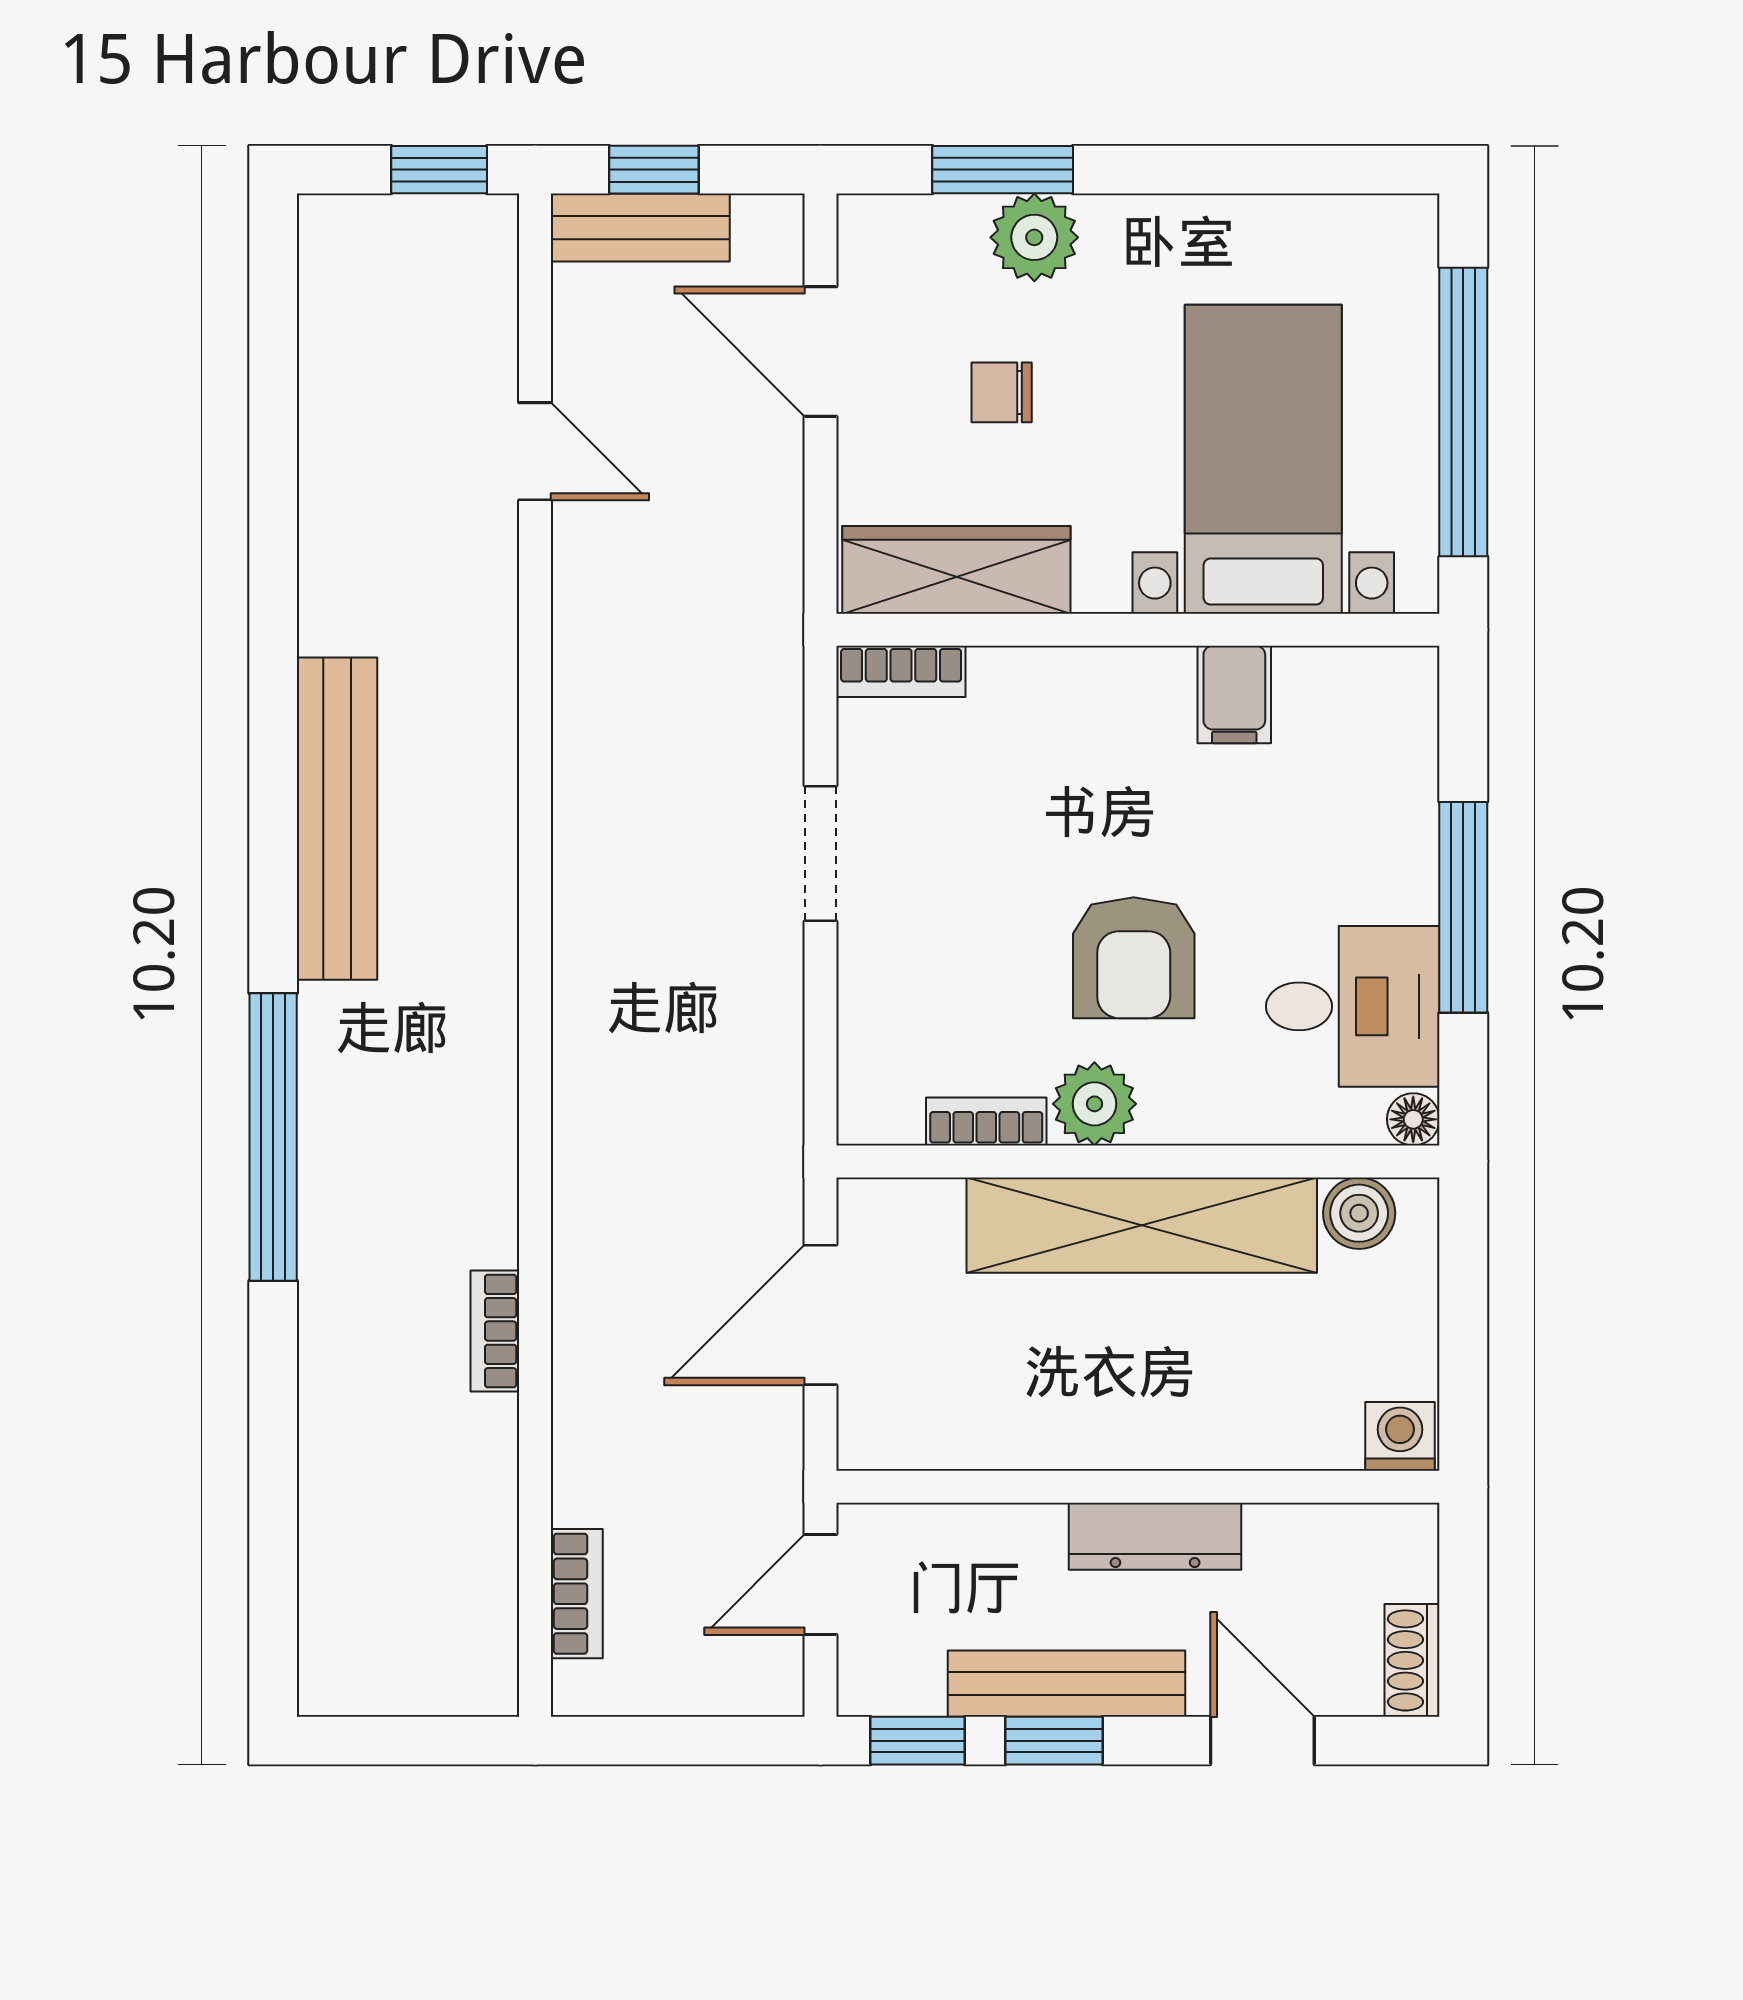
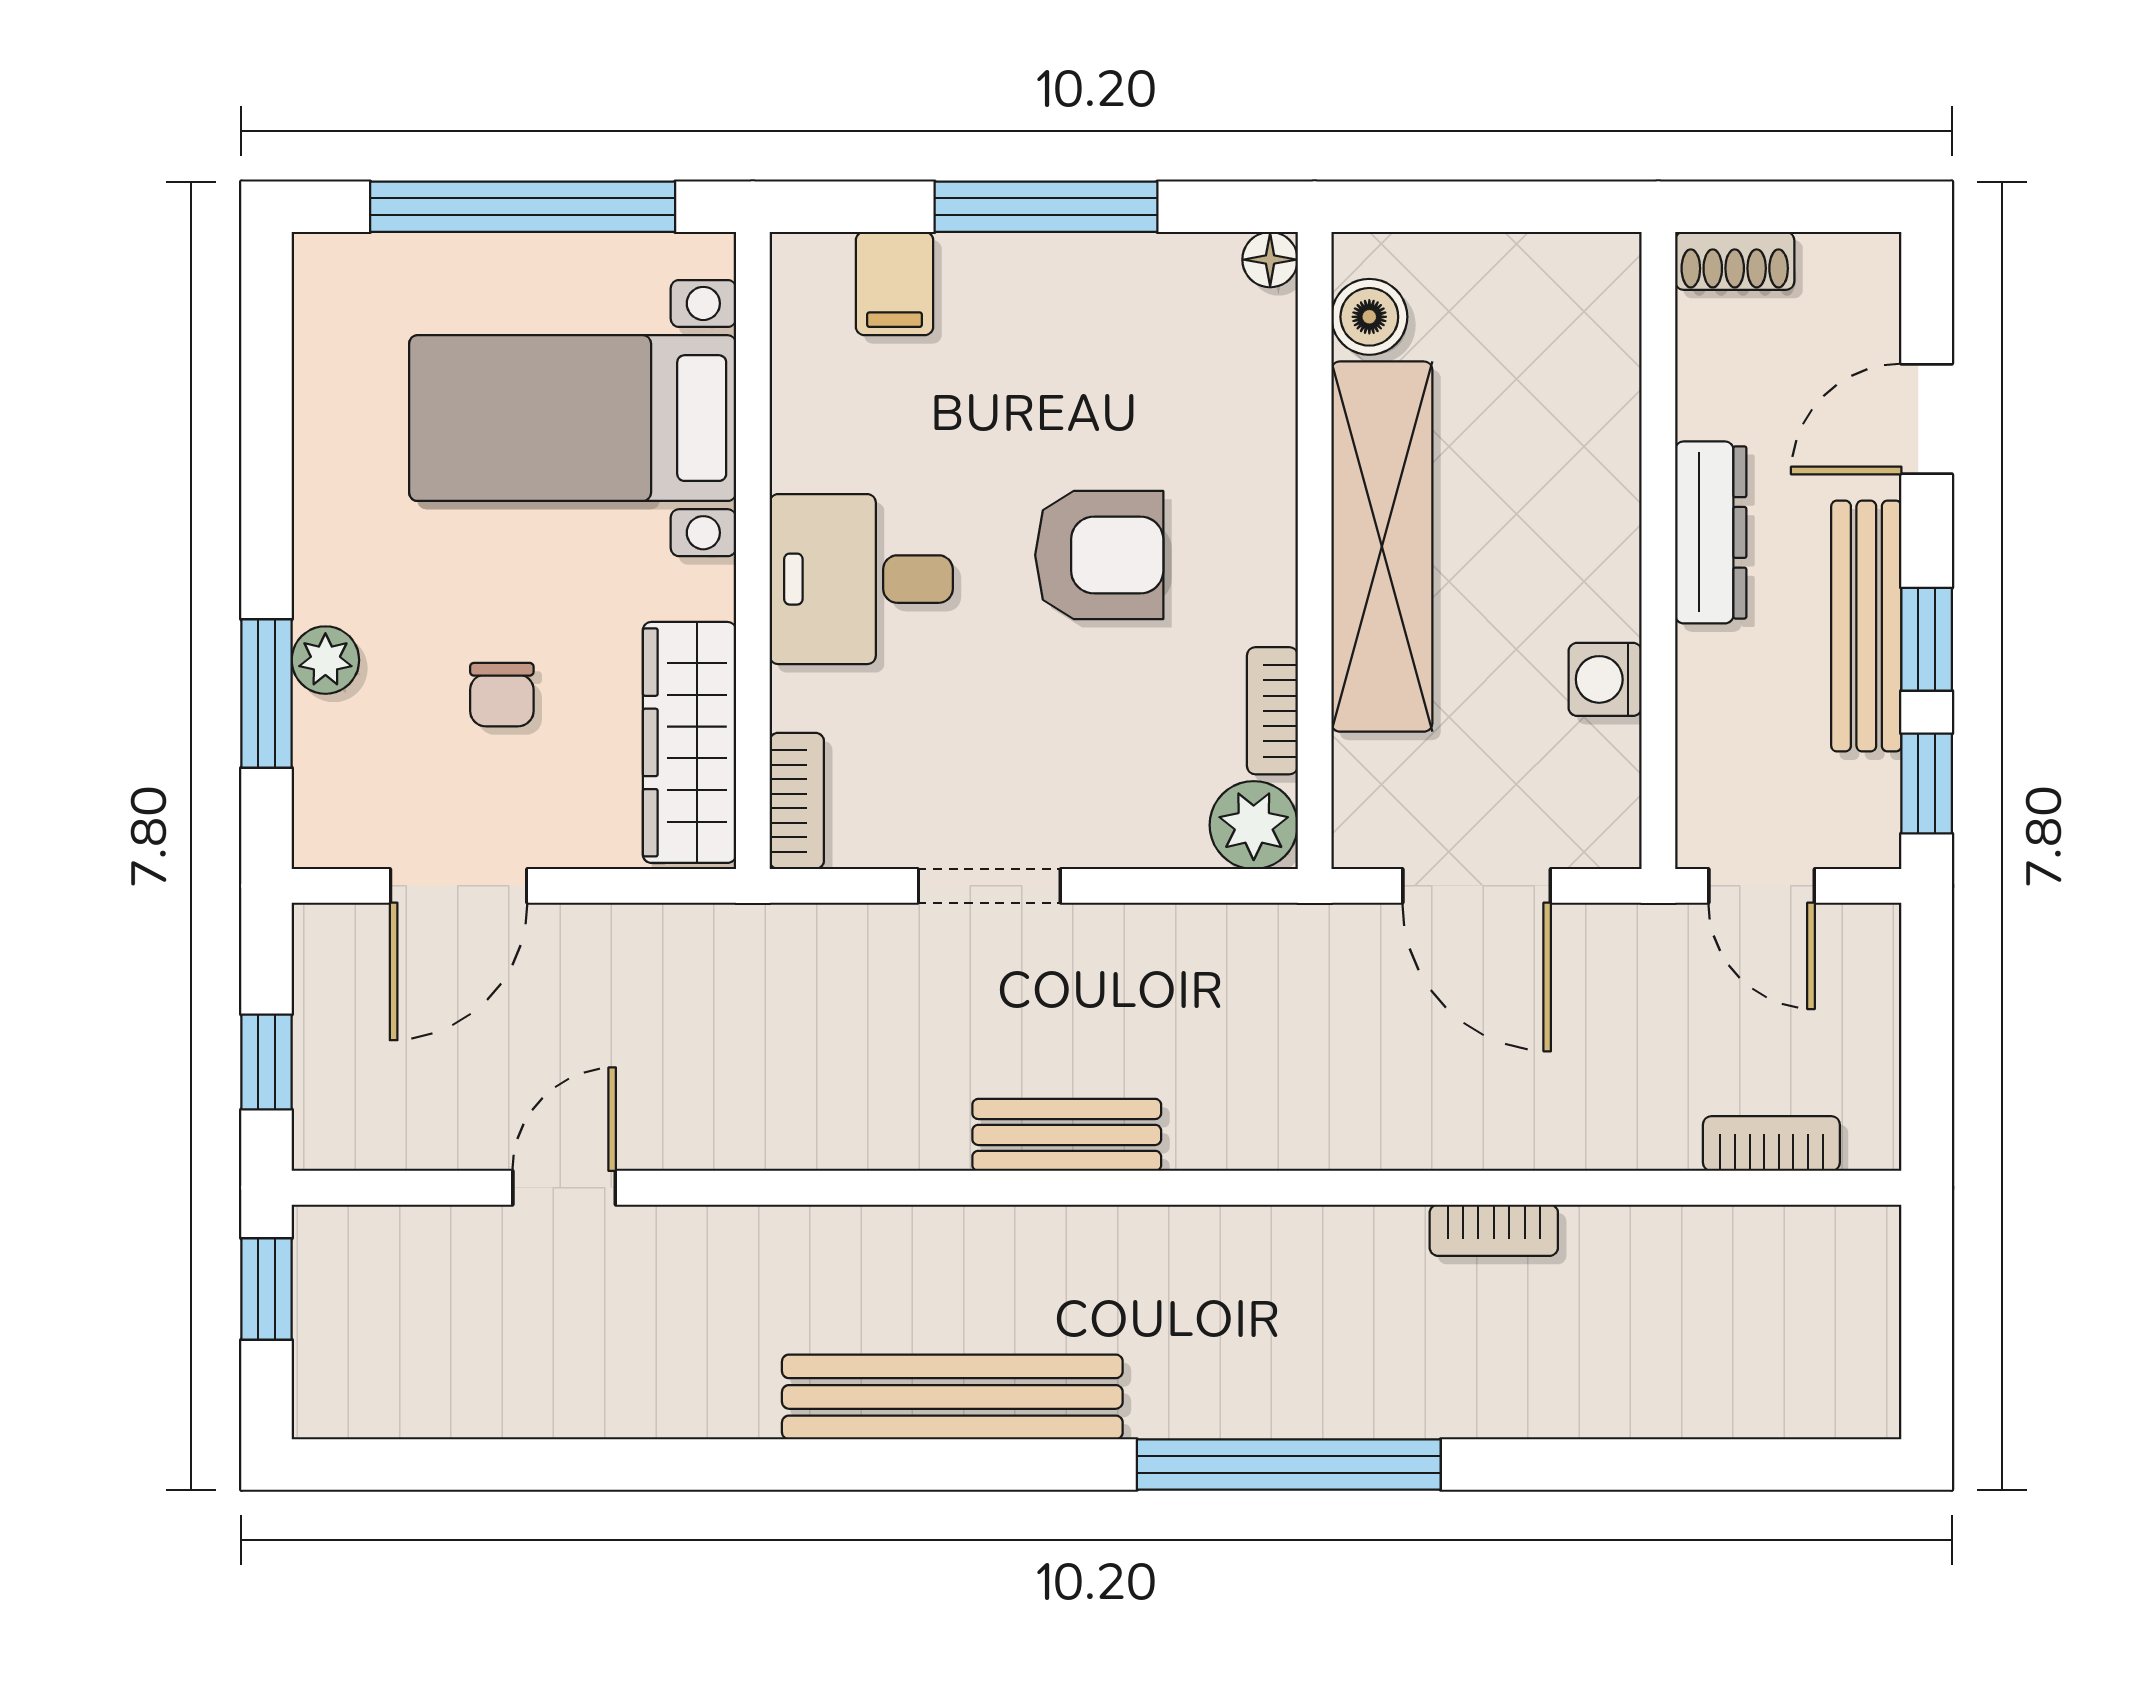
bench: (640, 228) -> (1067, 1135), moved, turned 90
plant: (1034, 237) -> (325, 660), width x0.73, depth x0.73
filing cabinet: (1234, 695) -> (895, 284), moved, turned 90
desk: (1353, 1006) -> (861, 579), moved, turned -90
plant: (1094, 1104) -> (1254, 825), moved
washing machine: (1400, 1436) -> (1605, 679), moved
shoe rack: (1412, 1660) -> (1735, 261), moved

